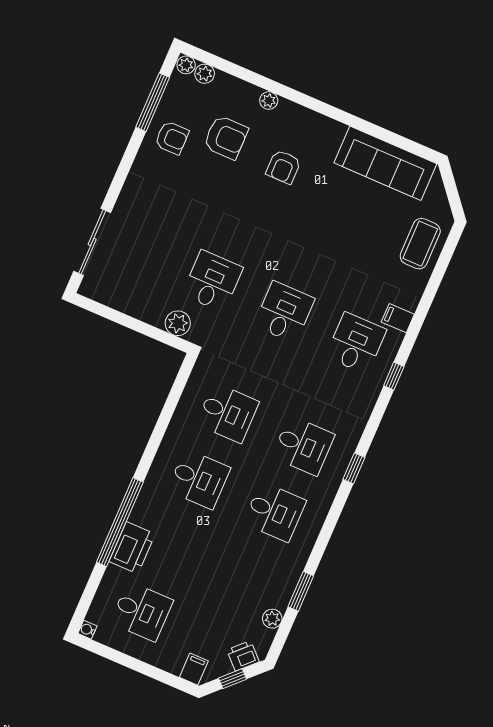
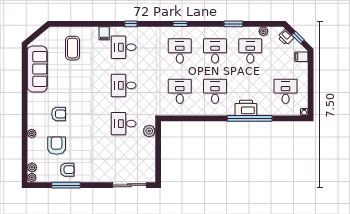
window: (153, 102) -> (66, 185), moved
armchair: (172, 138) -> (67, 170), turned 90
coffee table: (420, 244) -> (73, 48), moved, turned 90
printer: (132, 548) -> (246, 108), moved
desk: (246, 578) -> (250, 51), added
window: (301, 591) -> (233, 24), moved

